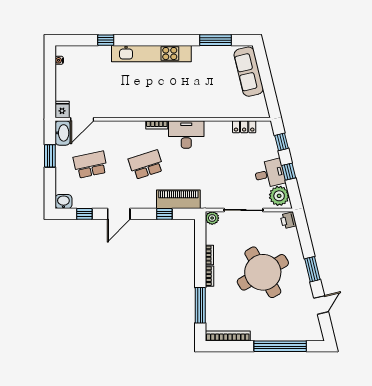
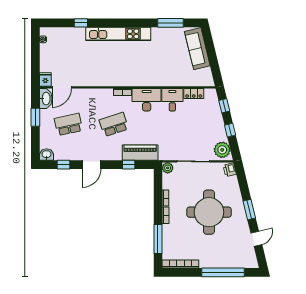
desk: (270, 174) -> (172, 100), moved, turned -76
round table: (263, 272) -> (209, 212), turned 30

